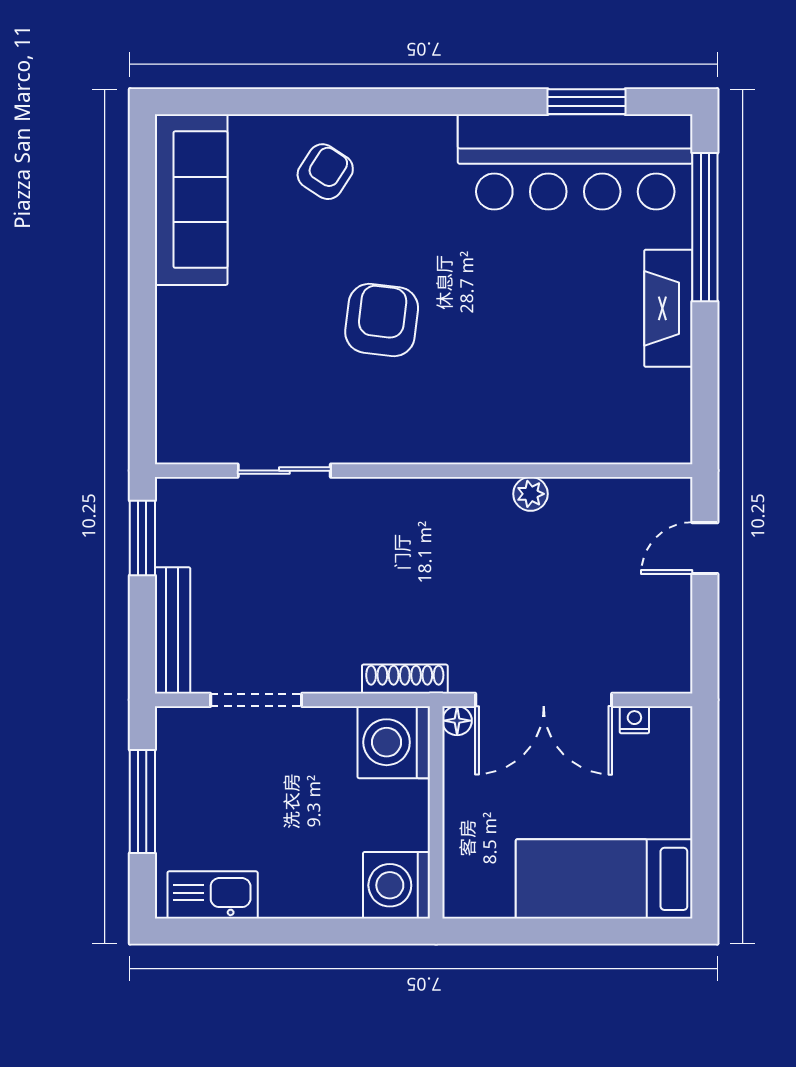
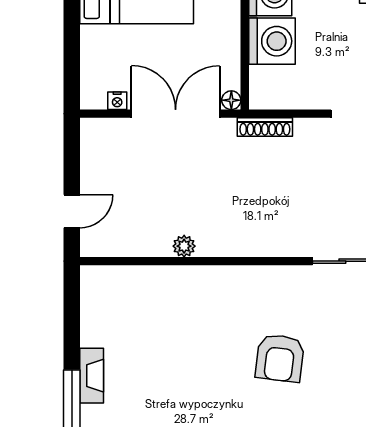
fireplace: (668, 308) -> (92, 376), width x0.73, depth x0.76
washing machine: (394, 742) -> (272, 41), moved

